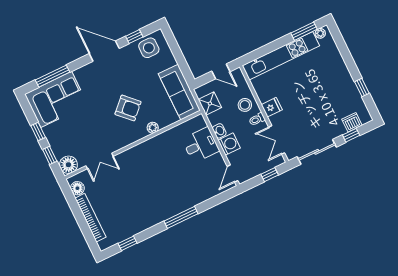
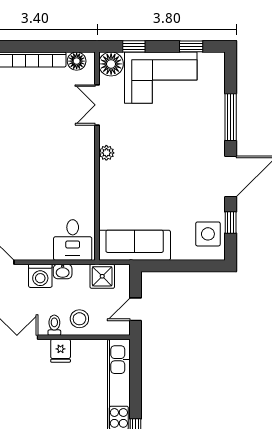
window: (53, 76) -> (231, 117), moved
corner sofa: (56, 99) -> (161, 78), moved, turned -90
armchair: (128, 108) -> (146, 172), removed
plant: (153, 128) -> (106, 153), moved
window: (38, 131) -> (191, 46), moved
desk: (201, 145) -> (73, 240), moved

